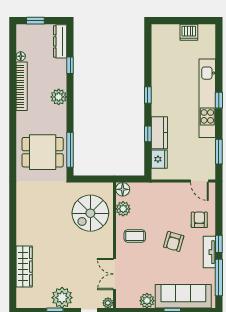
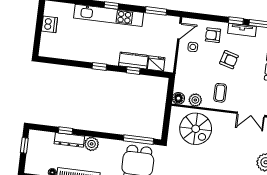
window: (35, 21) -> (24, 145), moved
dresser: (60, 41) -> (69, 140), moved
side table: (183, 199) -> (193, 47), added

